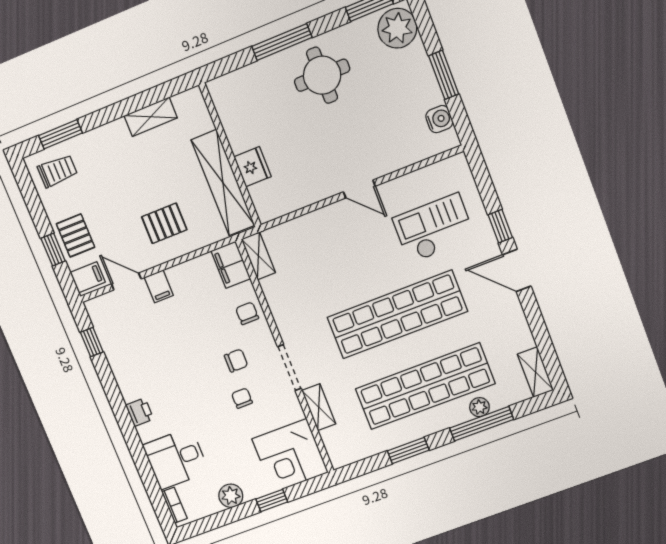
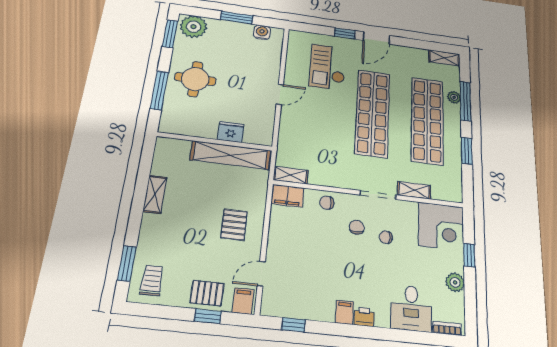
wall: (230, 155) -> (215, 141), moved
fridge: (252, 167) -> (231, 132), moved
shelving: (223, 183) -> (231, 155), moved
filing cabinet: (159, 286) -> (344, 312), moved, turned -90

